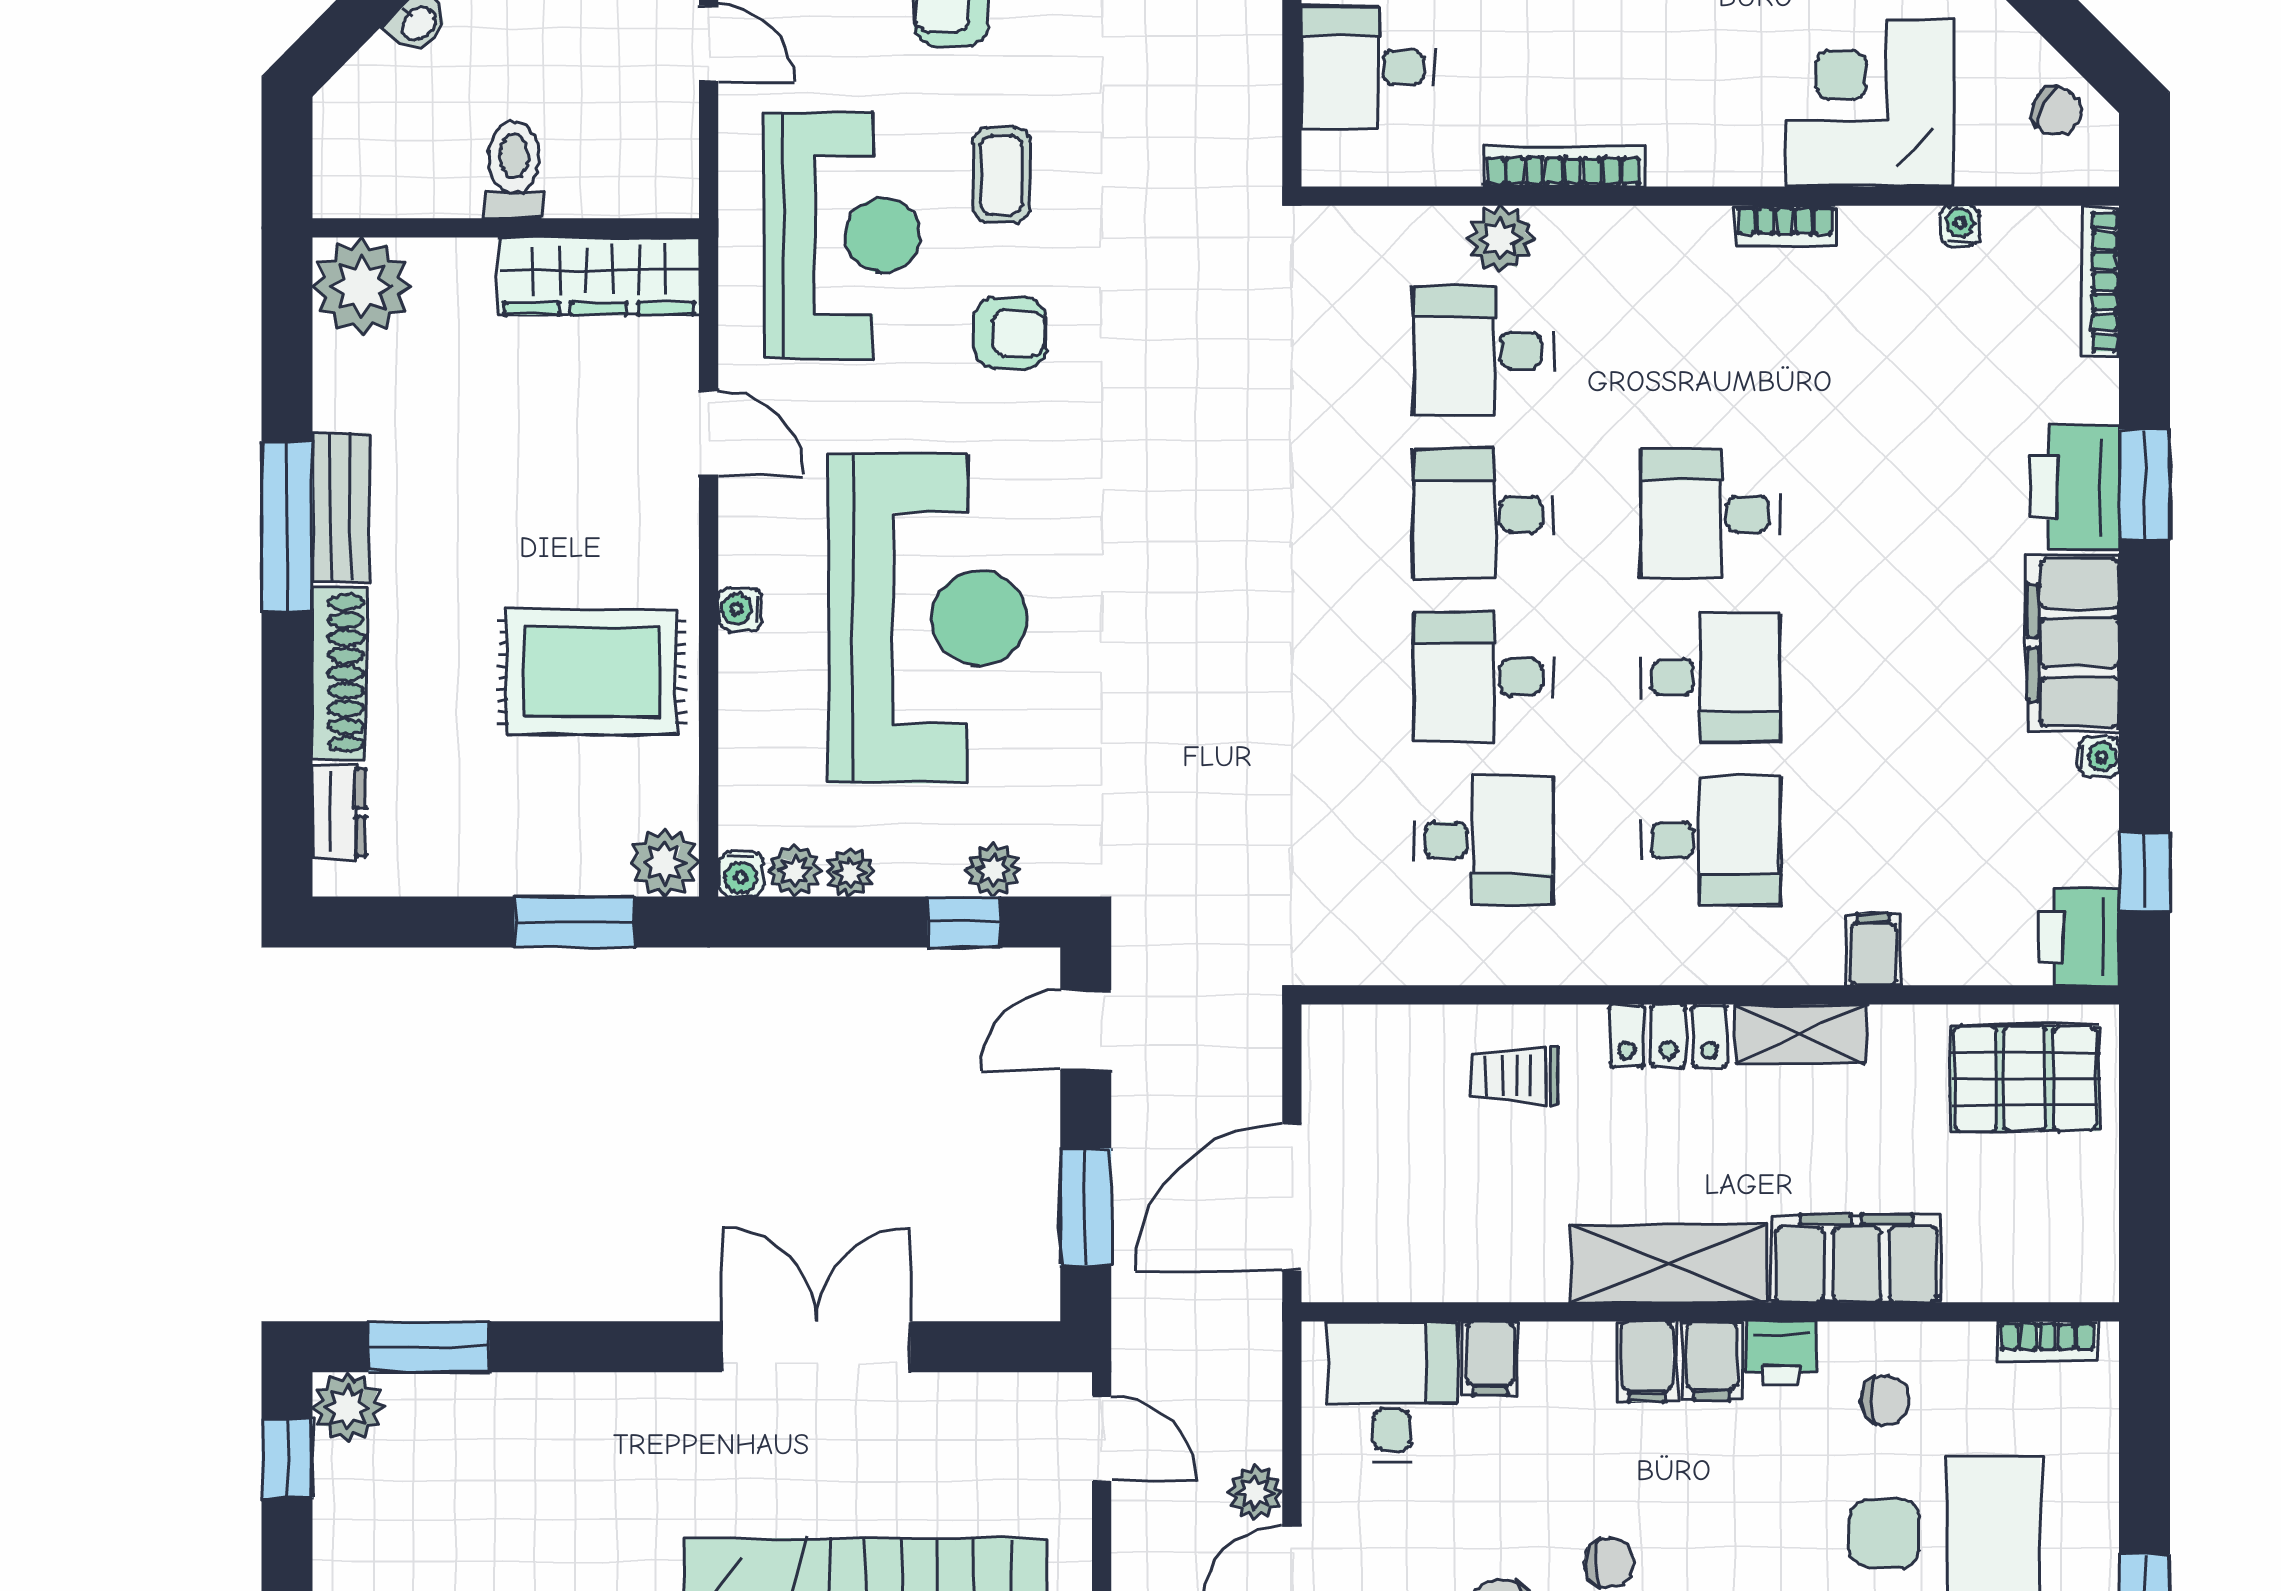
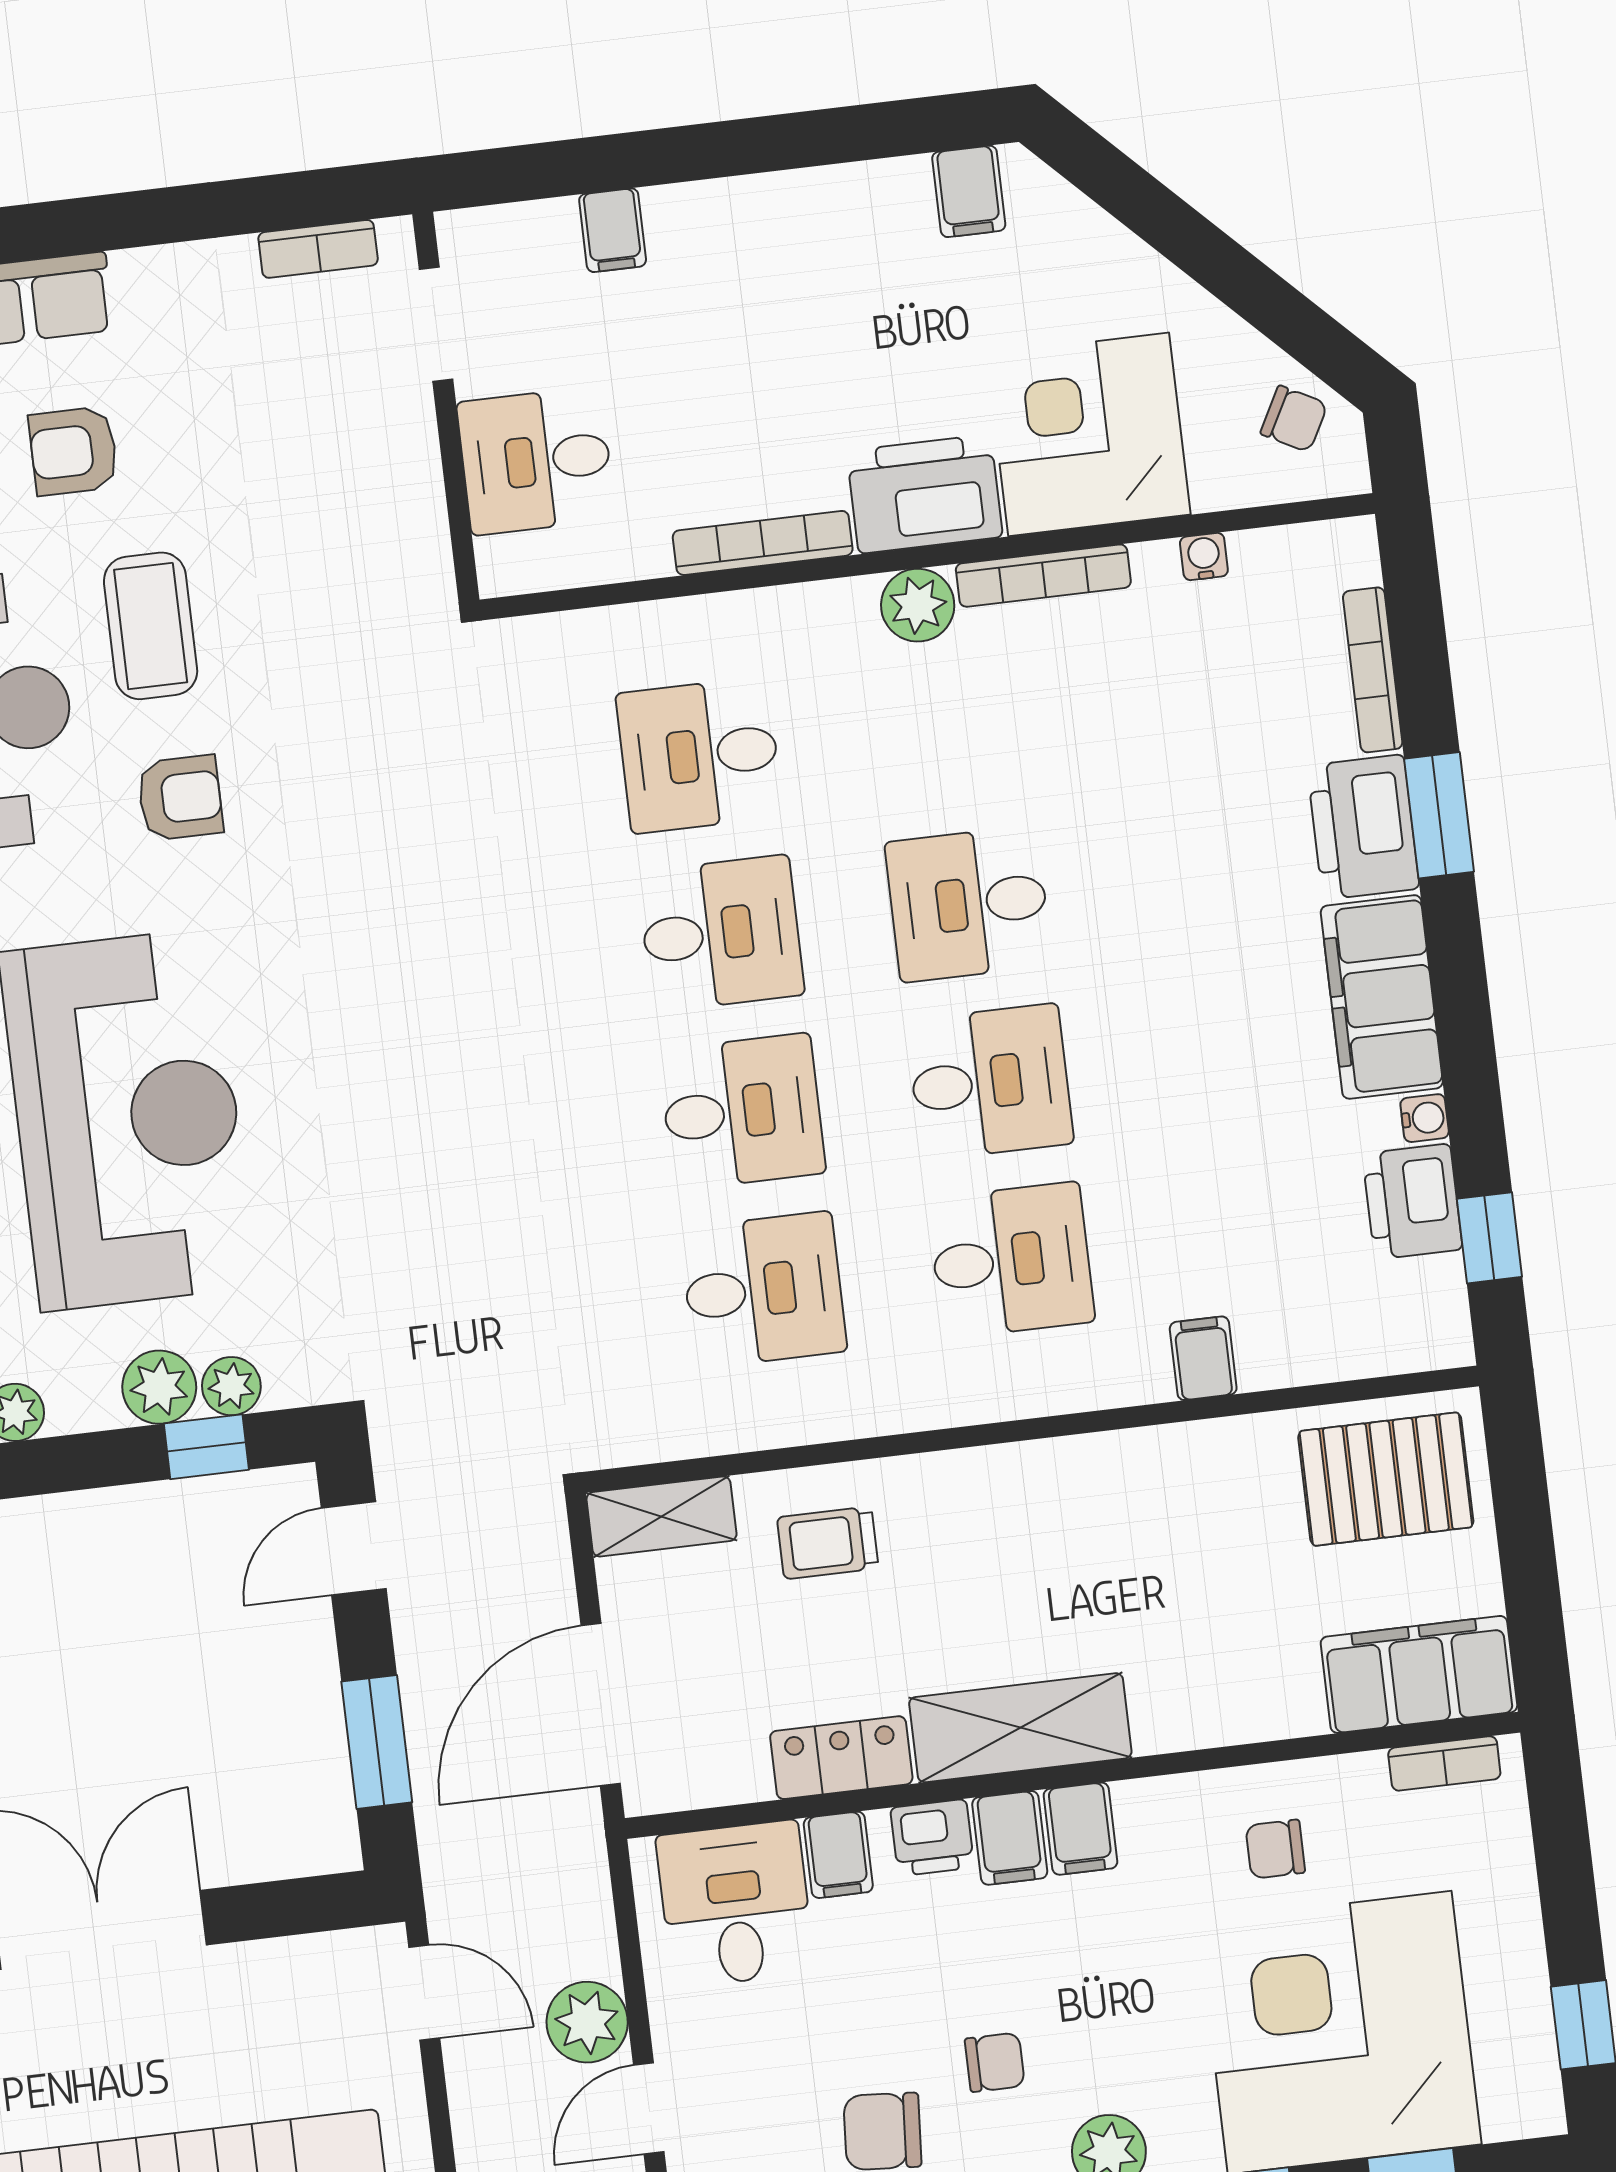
printer: (1715, 139) -> (925, 494), added
coffee table: (1002, 175) -> (151, 626), width x1.36, depth x1.30
bookcase: (1785, 226) -> (1043, 576), width x1.56
plant: (1500, 239) -> (918, 605), moved
bookcase: (2100, 282) -> (1373, 670), moved
desk: (1483, 514) -> (721, 933), turned 180
desk: (1483, 677) -> (742, 1112), turned 180
plant: (850, 872) -> (159, 1387), moved, width x1.38, depth x1.38
printer: (2079, 937) -> (1412, 1202), moved
shelving: (1801, 1034) -> (662, 1517), moved
locker: (1668, 1036) -> (841, 1758), moved, turned 180
filing cabinet: (1856, 1258) -> (1419, 1674), moved
printer: (1781, 1353) -> (932, 1838), moved
chair: (1885, 1400) -> (1275, 1849), turned 180
plant: (1256, 1493) -> (587, 2022), width x1.38, depth x1.38

